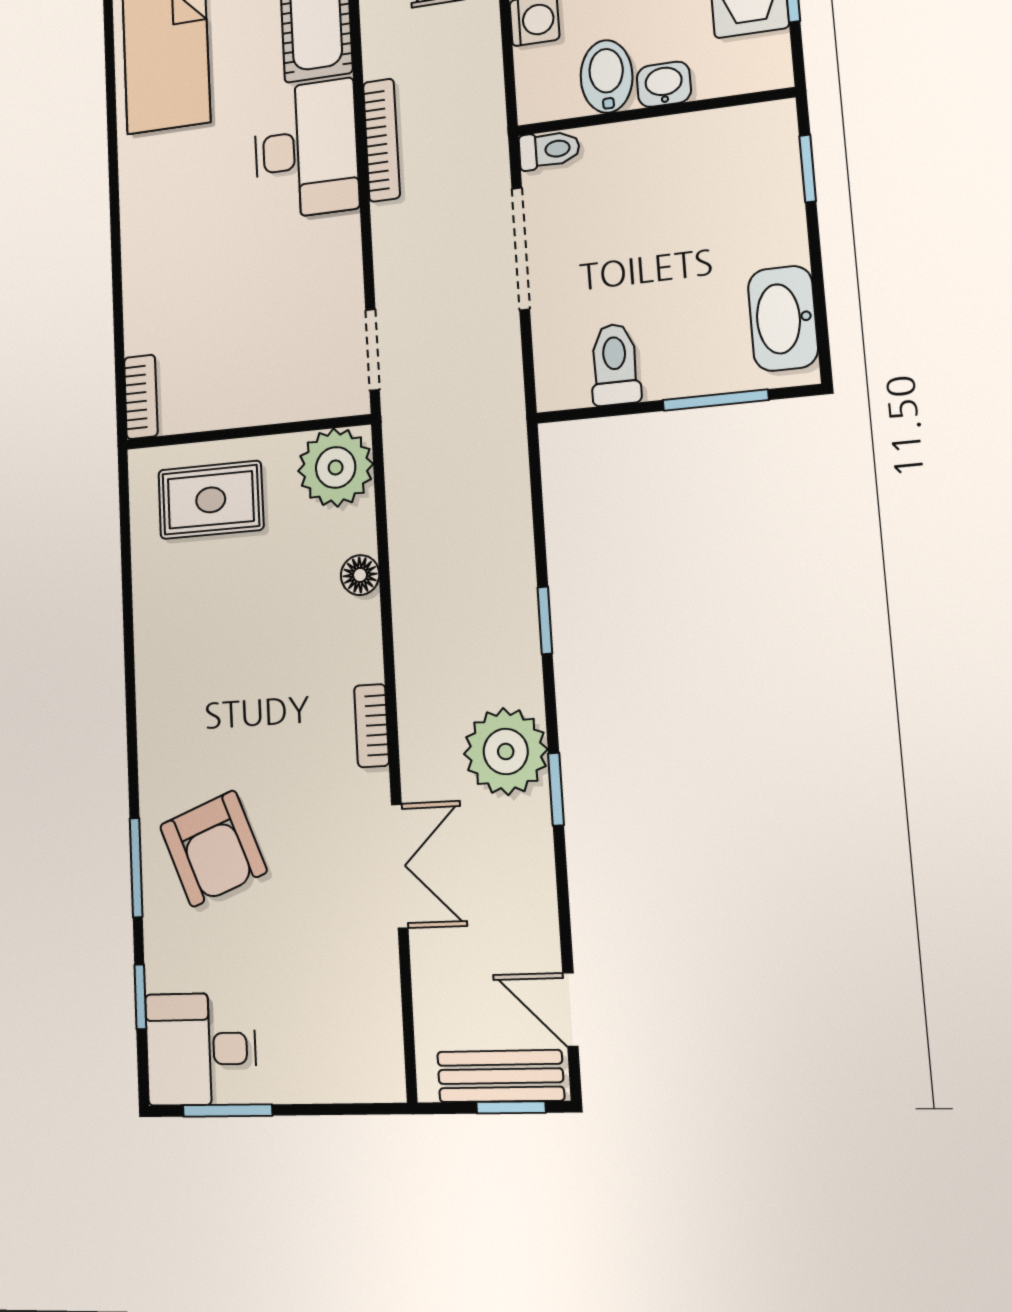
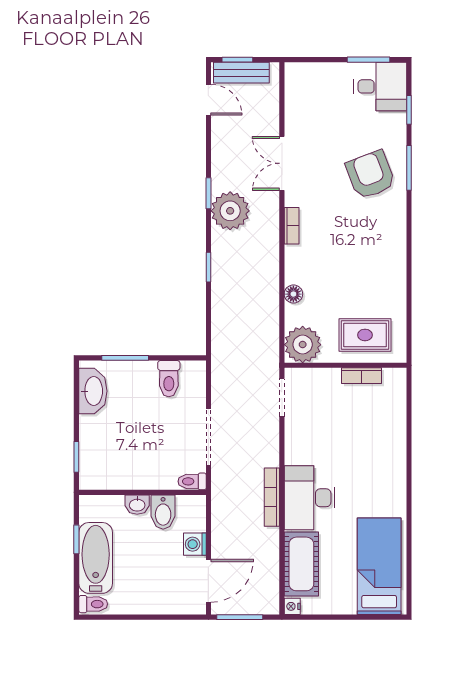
bookcase: (141, 397) -> (362, 376), moved, turned -90

